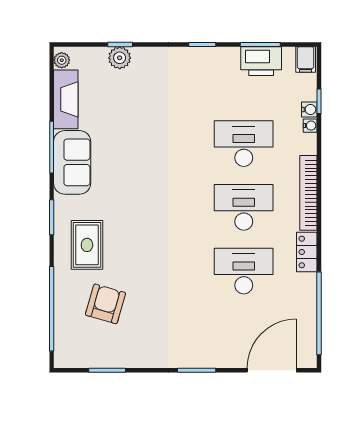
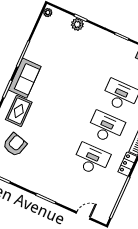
fireplace: (66, 99) -> (41, 33), removed
sofa: (72, 162) -> (25, 78), moved
door: (272, 370) -> (83, 215), width x0.53

